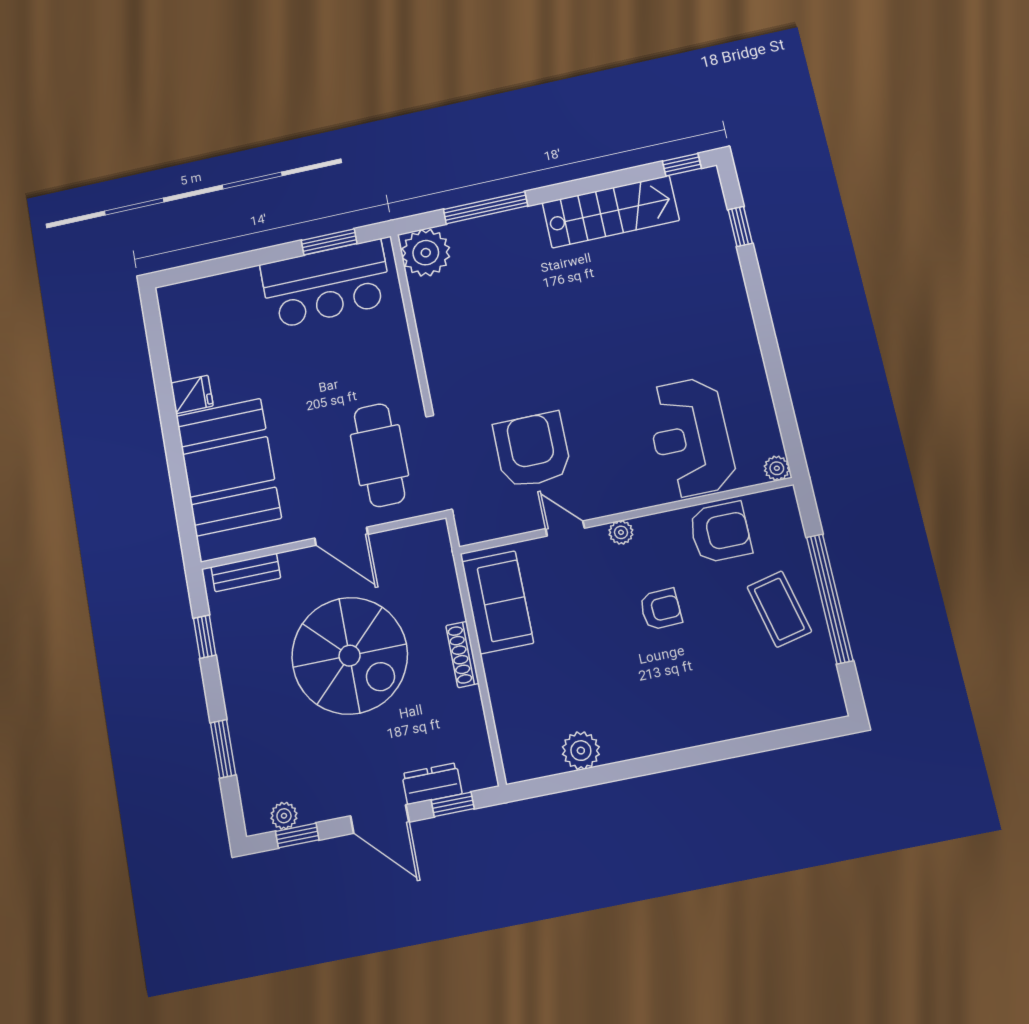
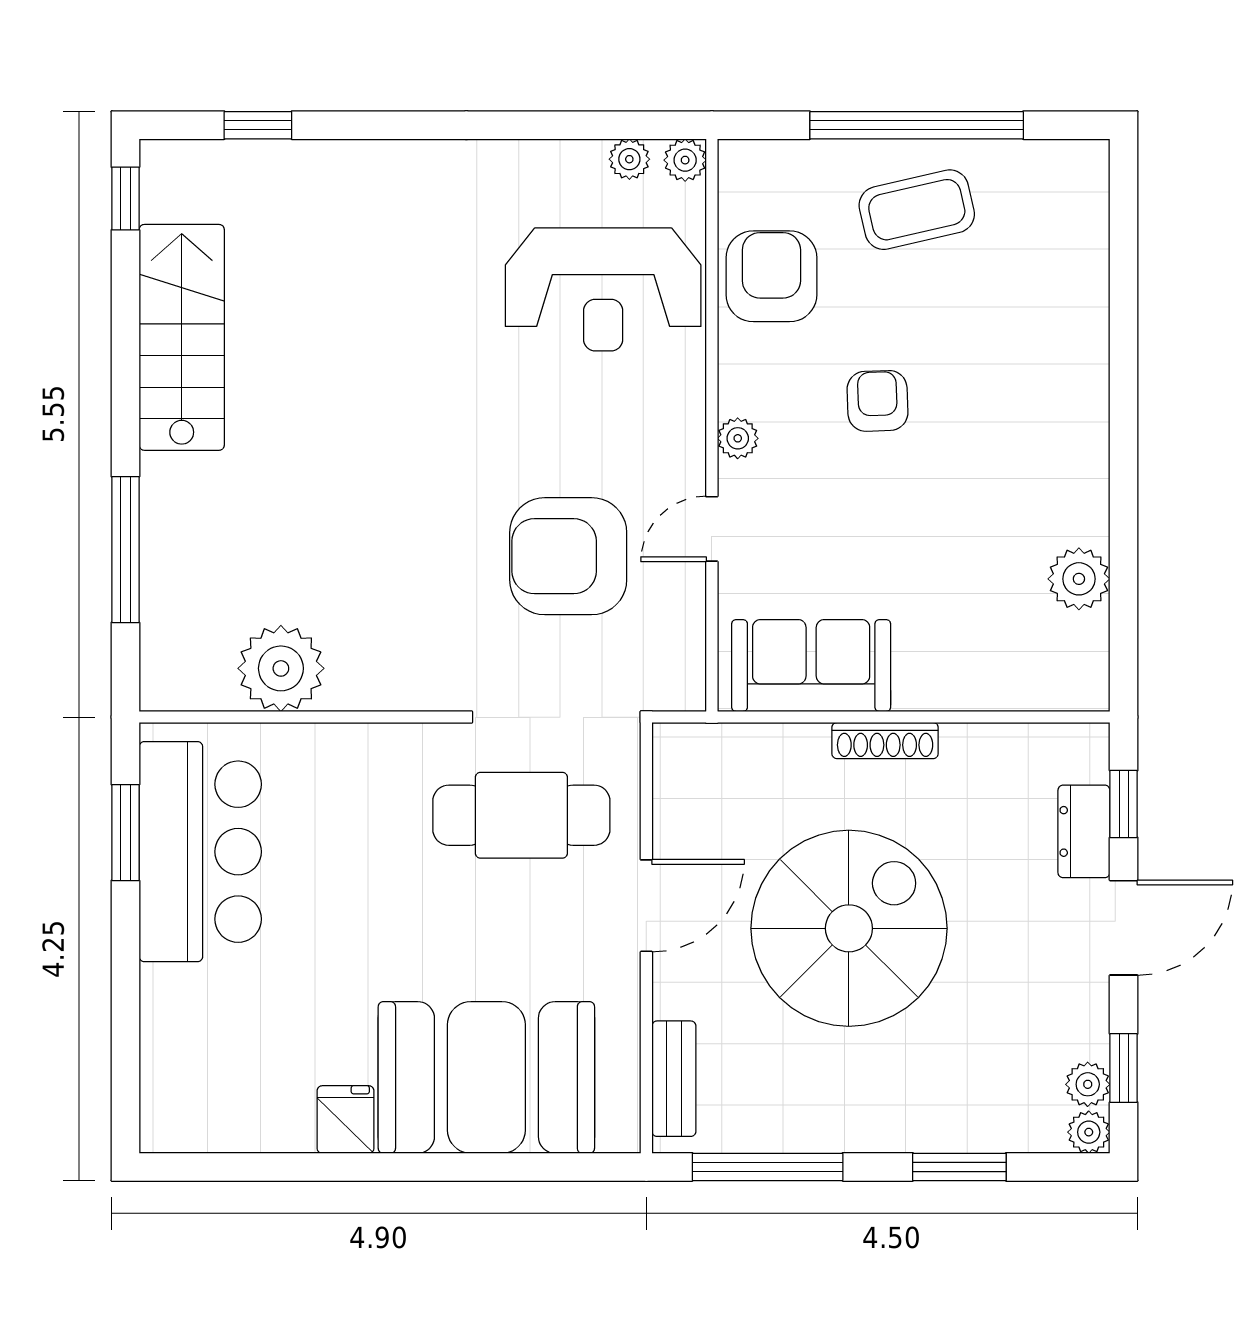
plant: (426, 253) -> (281, 668), moved
plant: (770, 436) -> (629, 159), added
window: (205, 637) -> (768, 1167), width x2.17
plant: (256, 822) -> (1089, 1132), added

